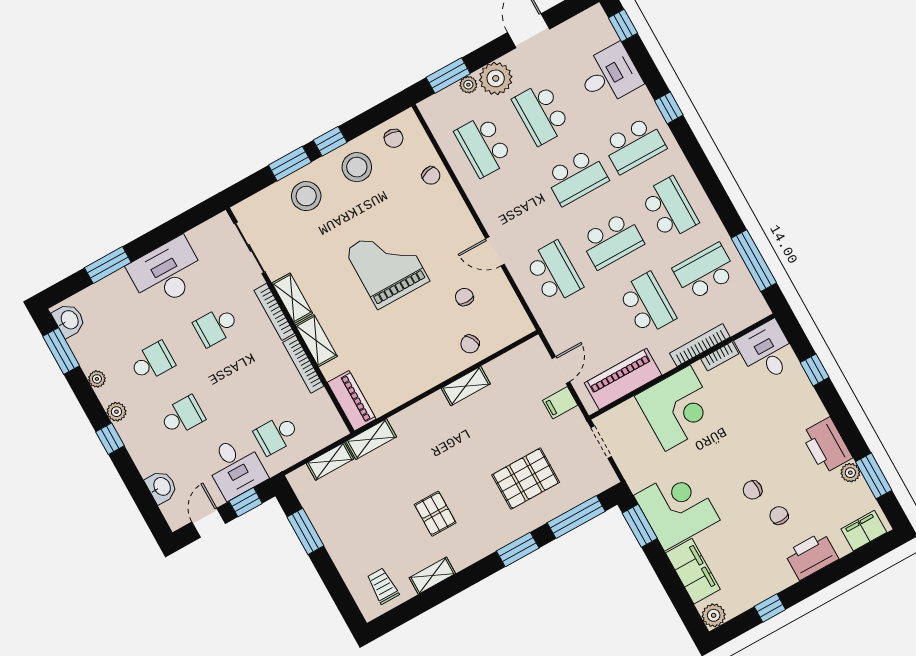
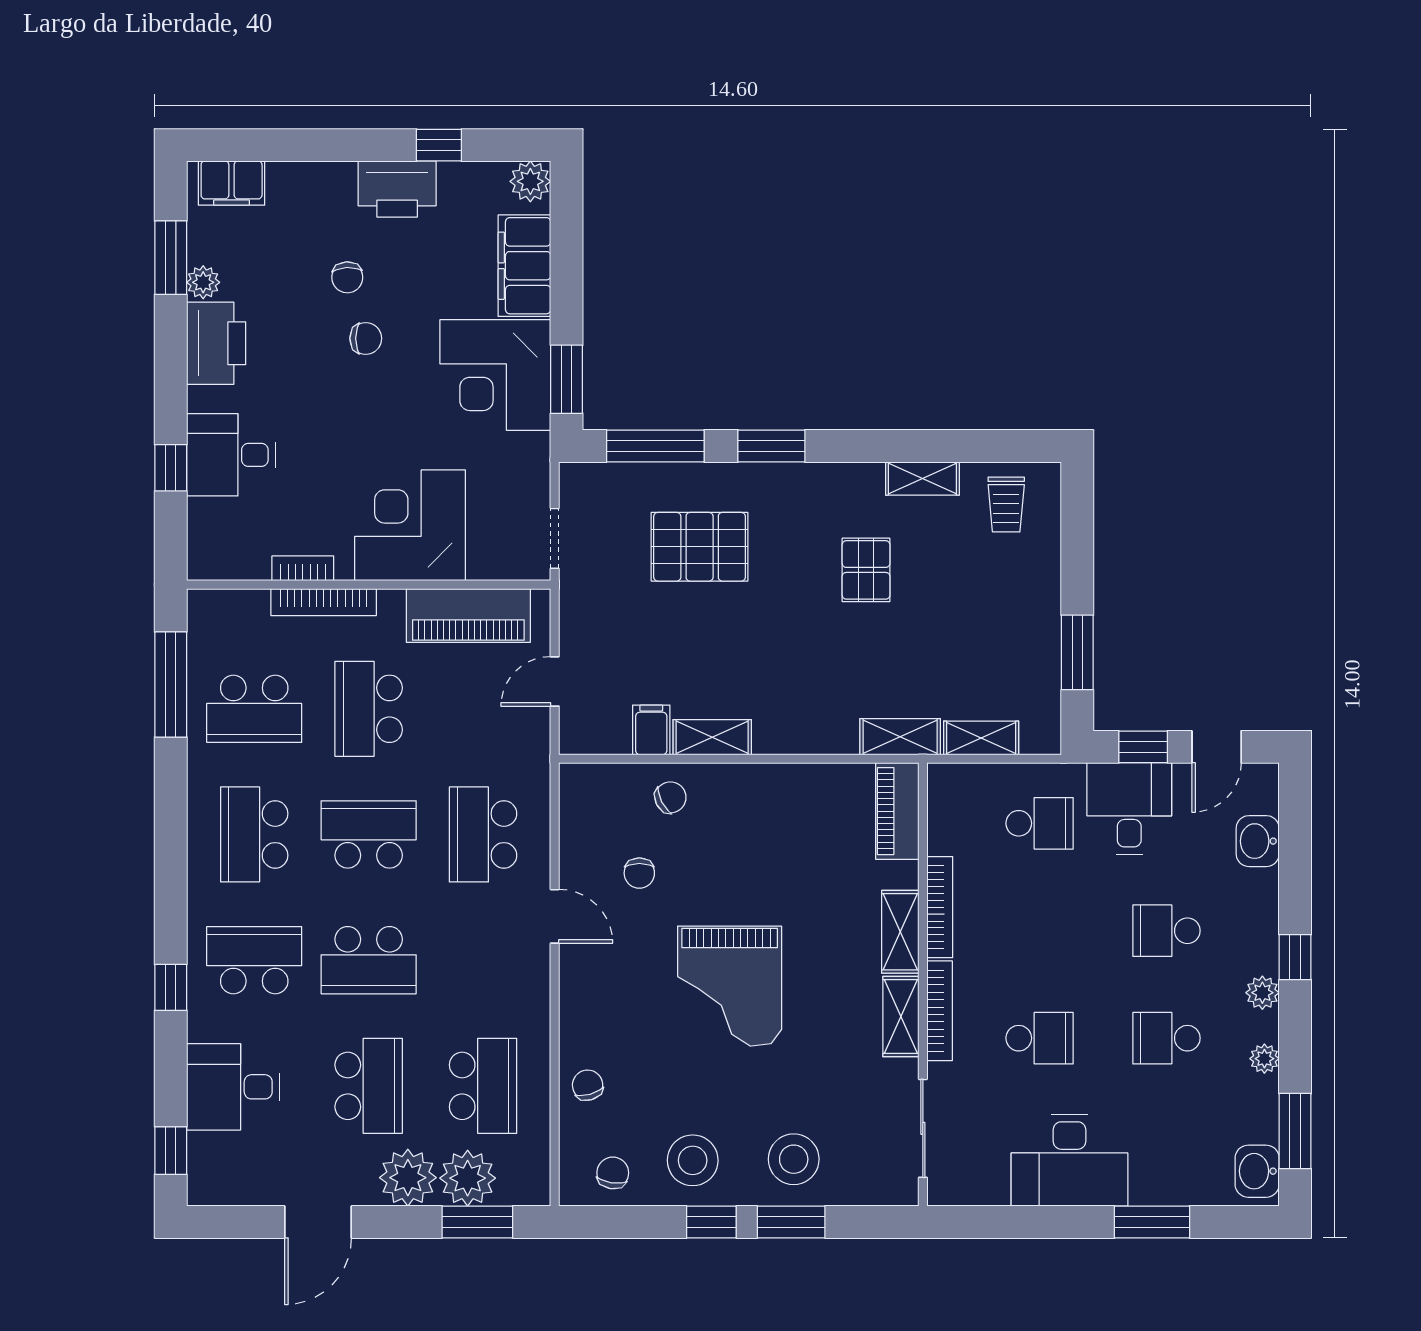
plant: (468, 85) -> (468, 1178), width x1.88, depth x1.88
school desk: (577, 177) -> (369, 960), turned 180
desk: (767, 351) -> (231, 455), moved, turned 90
filing cabinet: (560, 403) -> (651, 730), moved, turned -90
printer: (812, 556) -> (397, 189), moved

